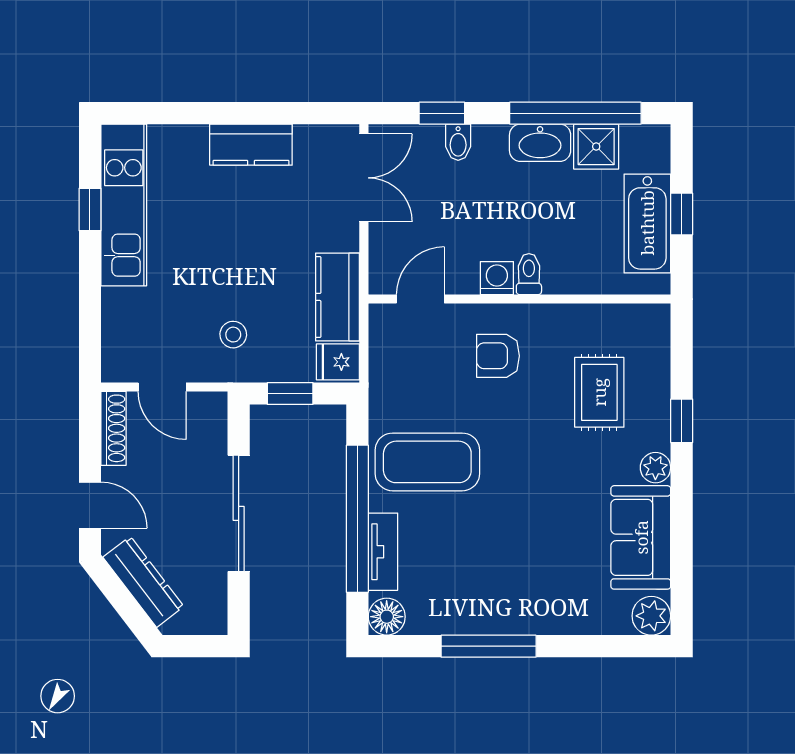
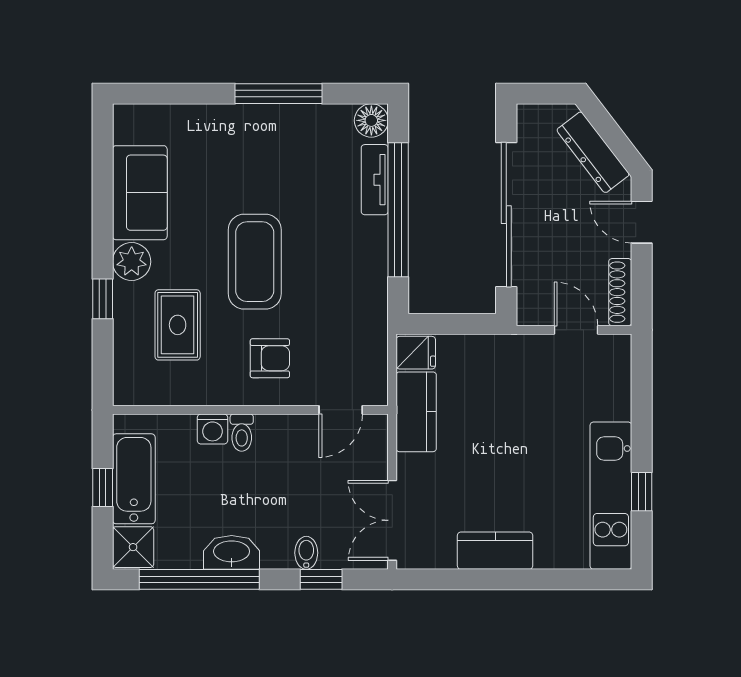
shower: (596, 147) -> (133, 547), moved
washing machine: (497, 278) -> (212, 429), moved
stool: (233, 335) -> (511, 378), removed
window: (290, 393) -> (459, 324), removed
coffee table: (427, 462) -> (255, 262), moved, turned 90
plant: (655, 468) -> (132, 262), width x1.38, depth x1.38
sliding door: (239, 513) -> (506, 215), width x1.36
plant: (651, 616) -> (130, 121), removed

